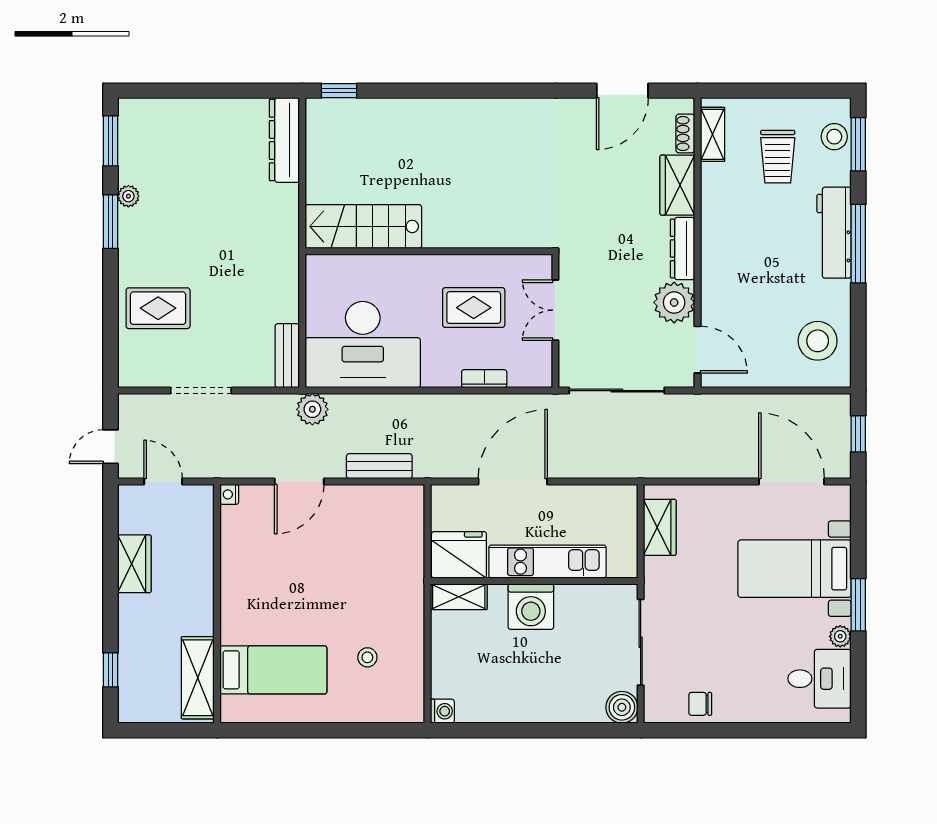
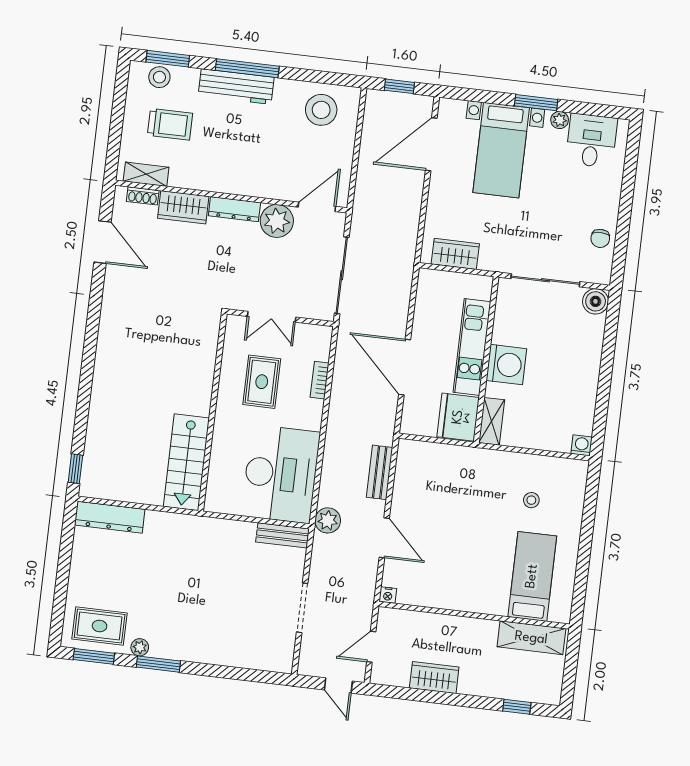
rug: (158, 308) -> (100, 626), moved, turned 90

